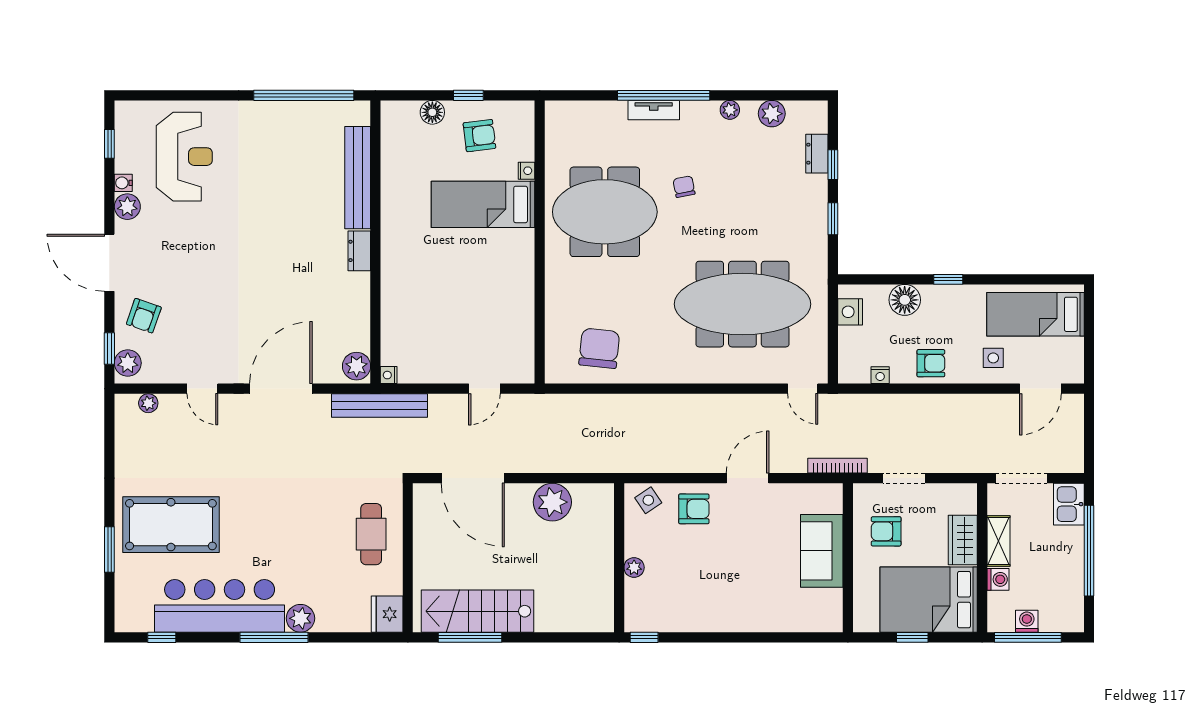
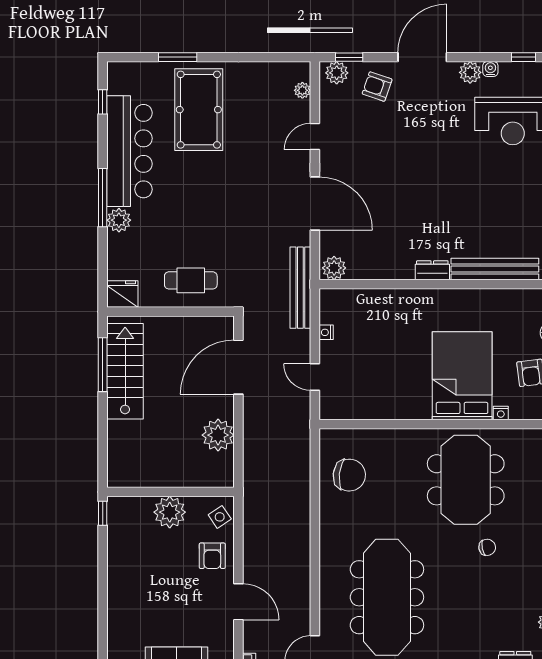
bed: (483, 204) -> (462, 376), width x1.50
nightstand: (389, 375) -> (326, 332), moved, turned -90
plant: (634, 567) -> (170, 512), width x1.88, depth x1.88

